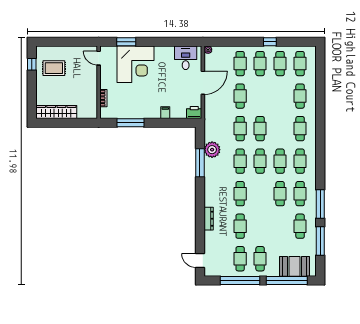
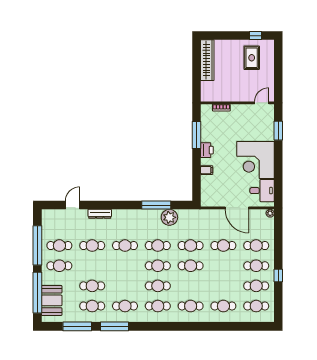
corner desk: (135, 64) -> (256, 160), moved
printer: (194, 112) -> (207, 150), moved
cafe table: (280, 194) -> (92, 286), moved
door: (200, 261) -> (73, 205), moved

